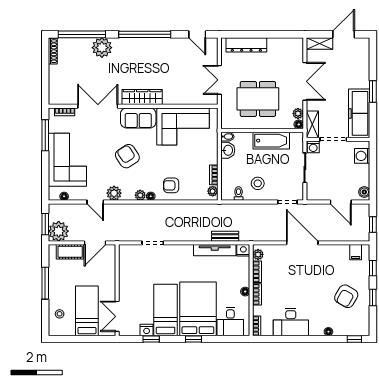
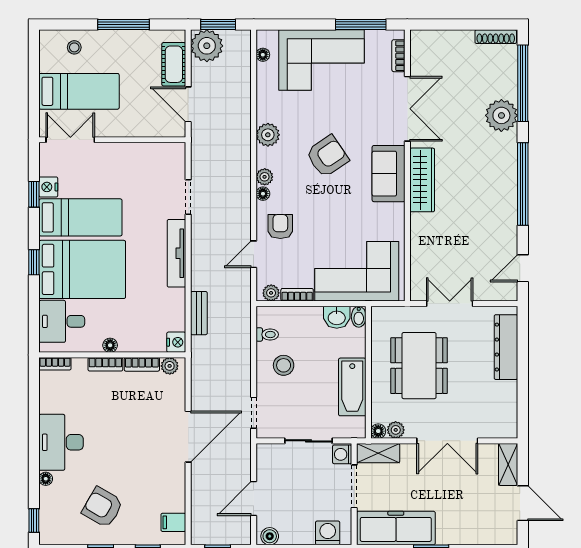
corner sofa: (183, 126) -> (357, 271), moved, turned 90
door: (95, 202) -> (254, 254), moved
tv unit: (215, 250) -> (176, 253), moved
desk: (291, 322) -> (61, 442), moved

